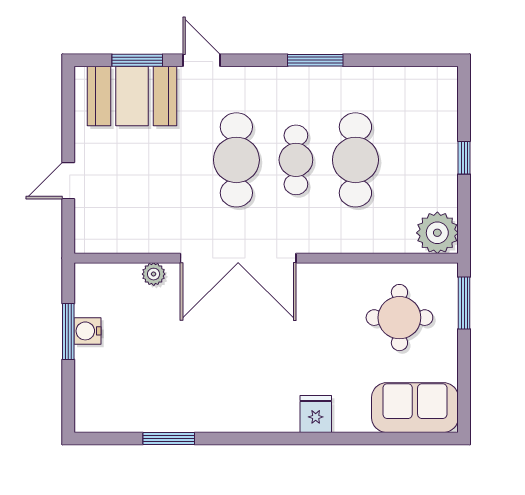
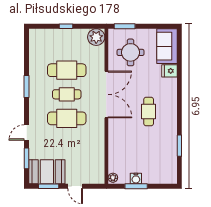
booth: (132, 96) -> (47, 172), moved, turned 90
window: (68, 115) -> (49, 186), added
double door: (238, 258) -> (106, 94), moved
plant: (154, 274) -> (113, 178), moved
cafe table: (253, 362) -> (149, 111), added
fridge: (316, 414) -> (169, 71), moved

